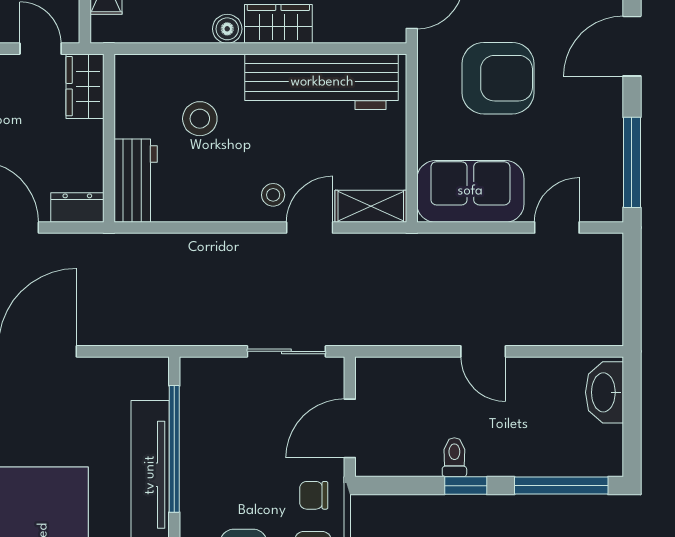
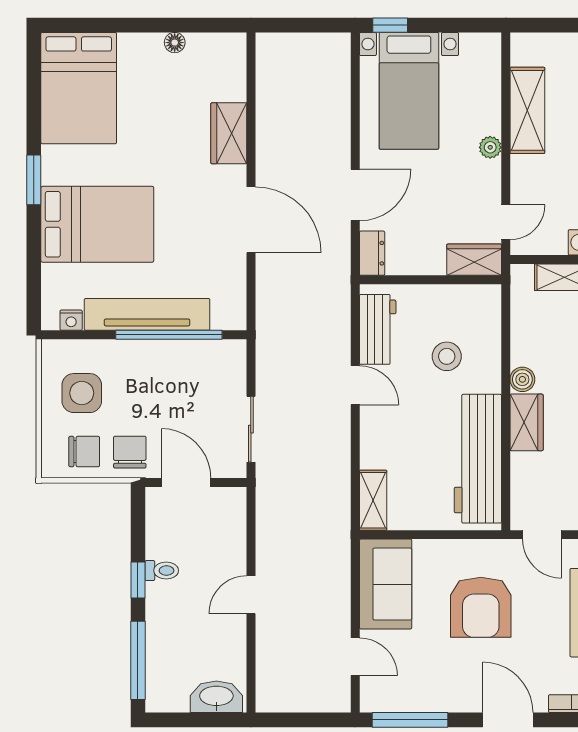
workbench: (136, 181) -> (378, 329), moved, turned -90
stool: (273, 195) -> (383, 418), removed
door: (310, 228) -> (355, 385), moved
chair: (314, 495) -> (130, 452), width x1.37, depth x1.37

